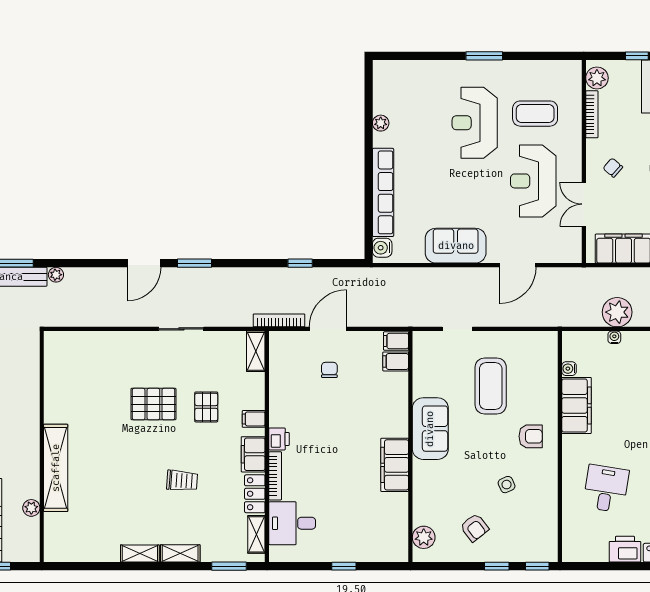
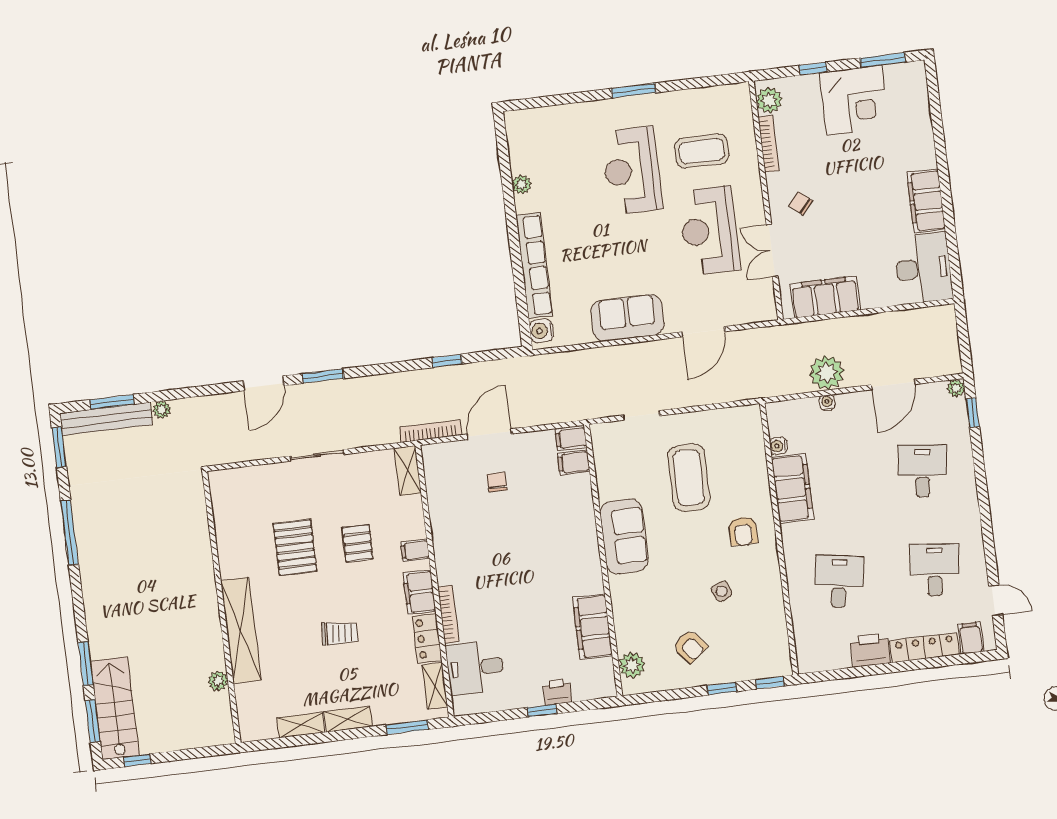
pallet: (153, 404) -> (295, 547), turned 90
armchair: (531, 436) -> (743, 531), turned 90
printer: (279, 439) -> (557, 692), moved, turned -90
wall: (42, 447) -> (221, 607), moved
filing cabinet: (395, 465) -> (593, 627), moved
shelving: (56, 468) -> (241, 630), moved
plant: (31, 508) -> (218, 681), moved

